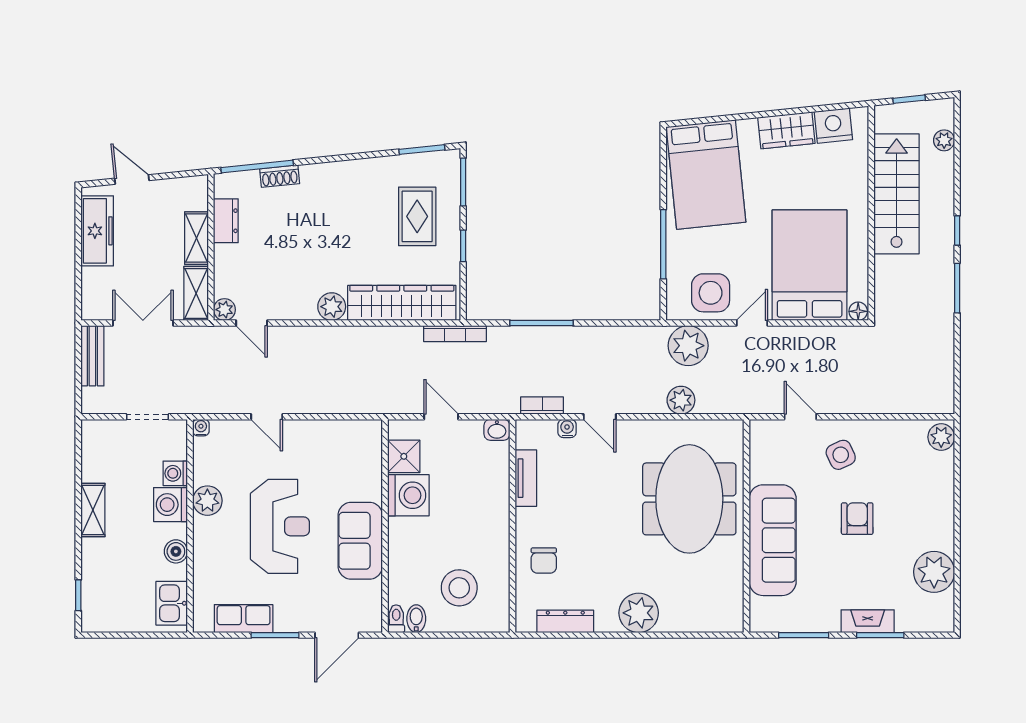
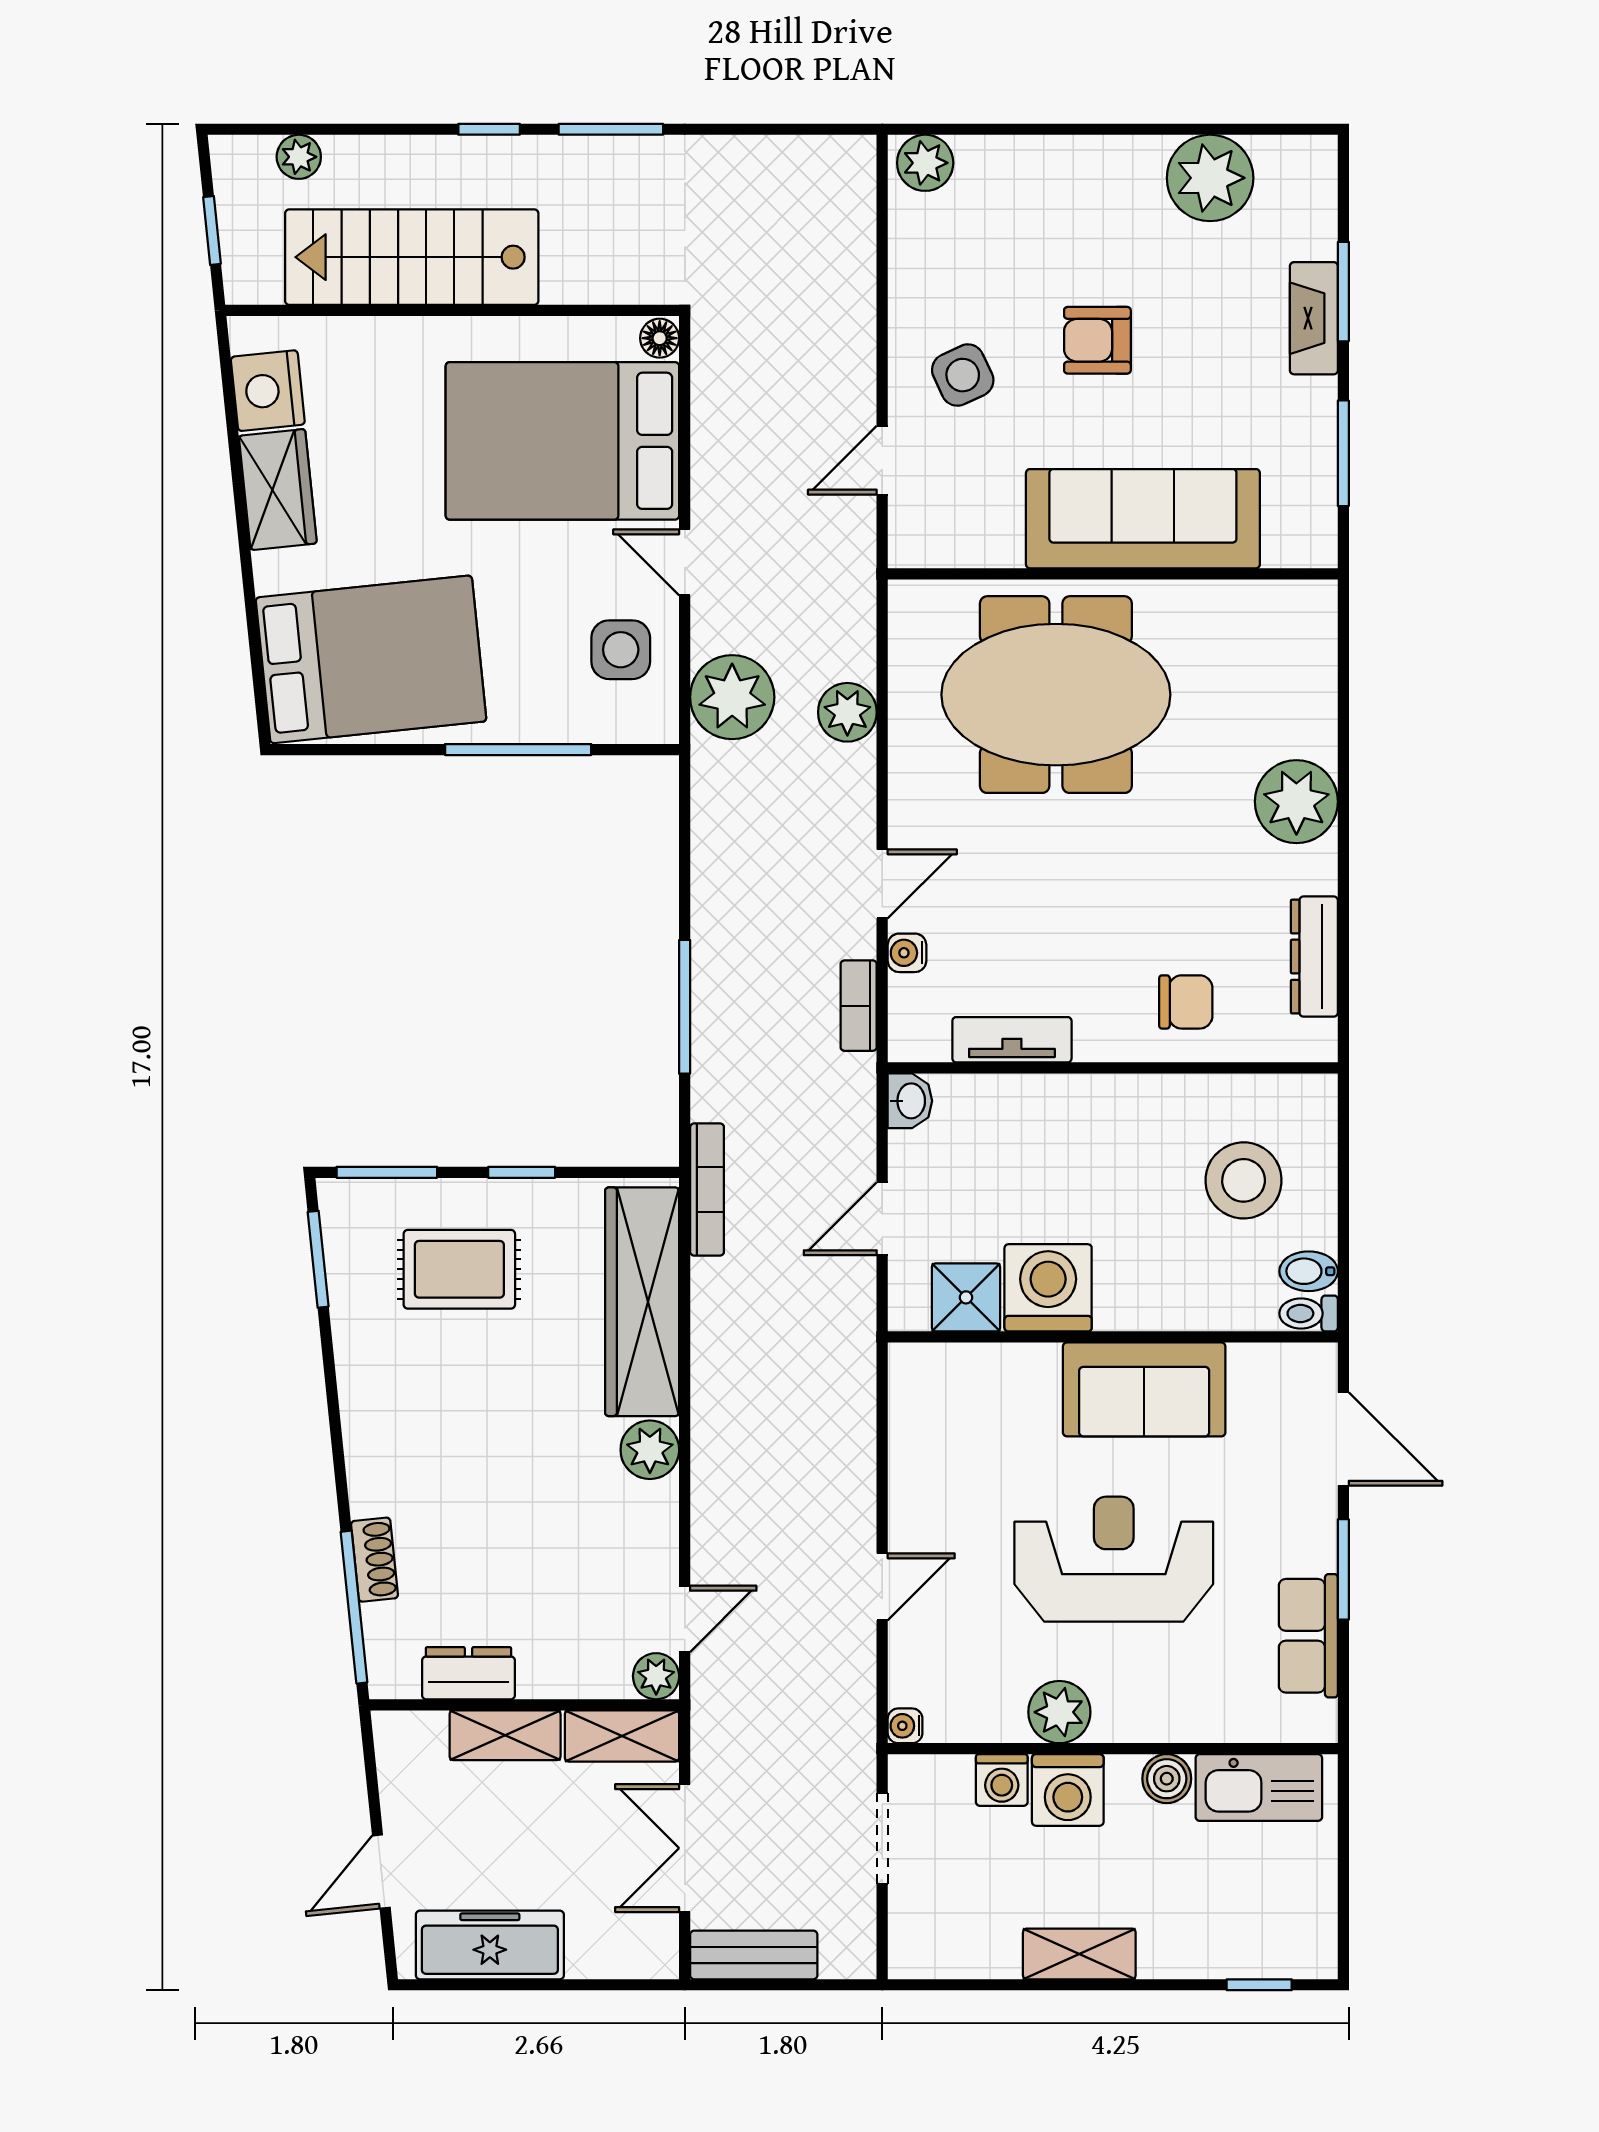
side table: (711, 293) -> (621, 650), width x0.73, depth x0.73
kitchen sink: (172, 603) -> (1259, 1788), width x1.38

